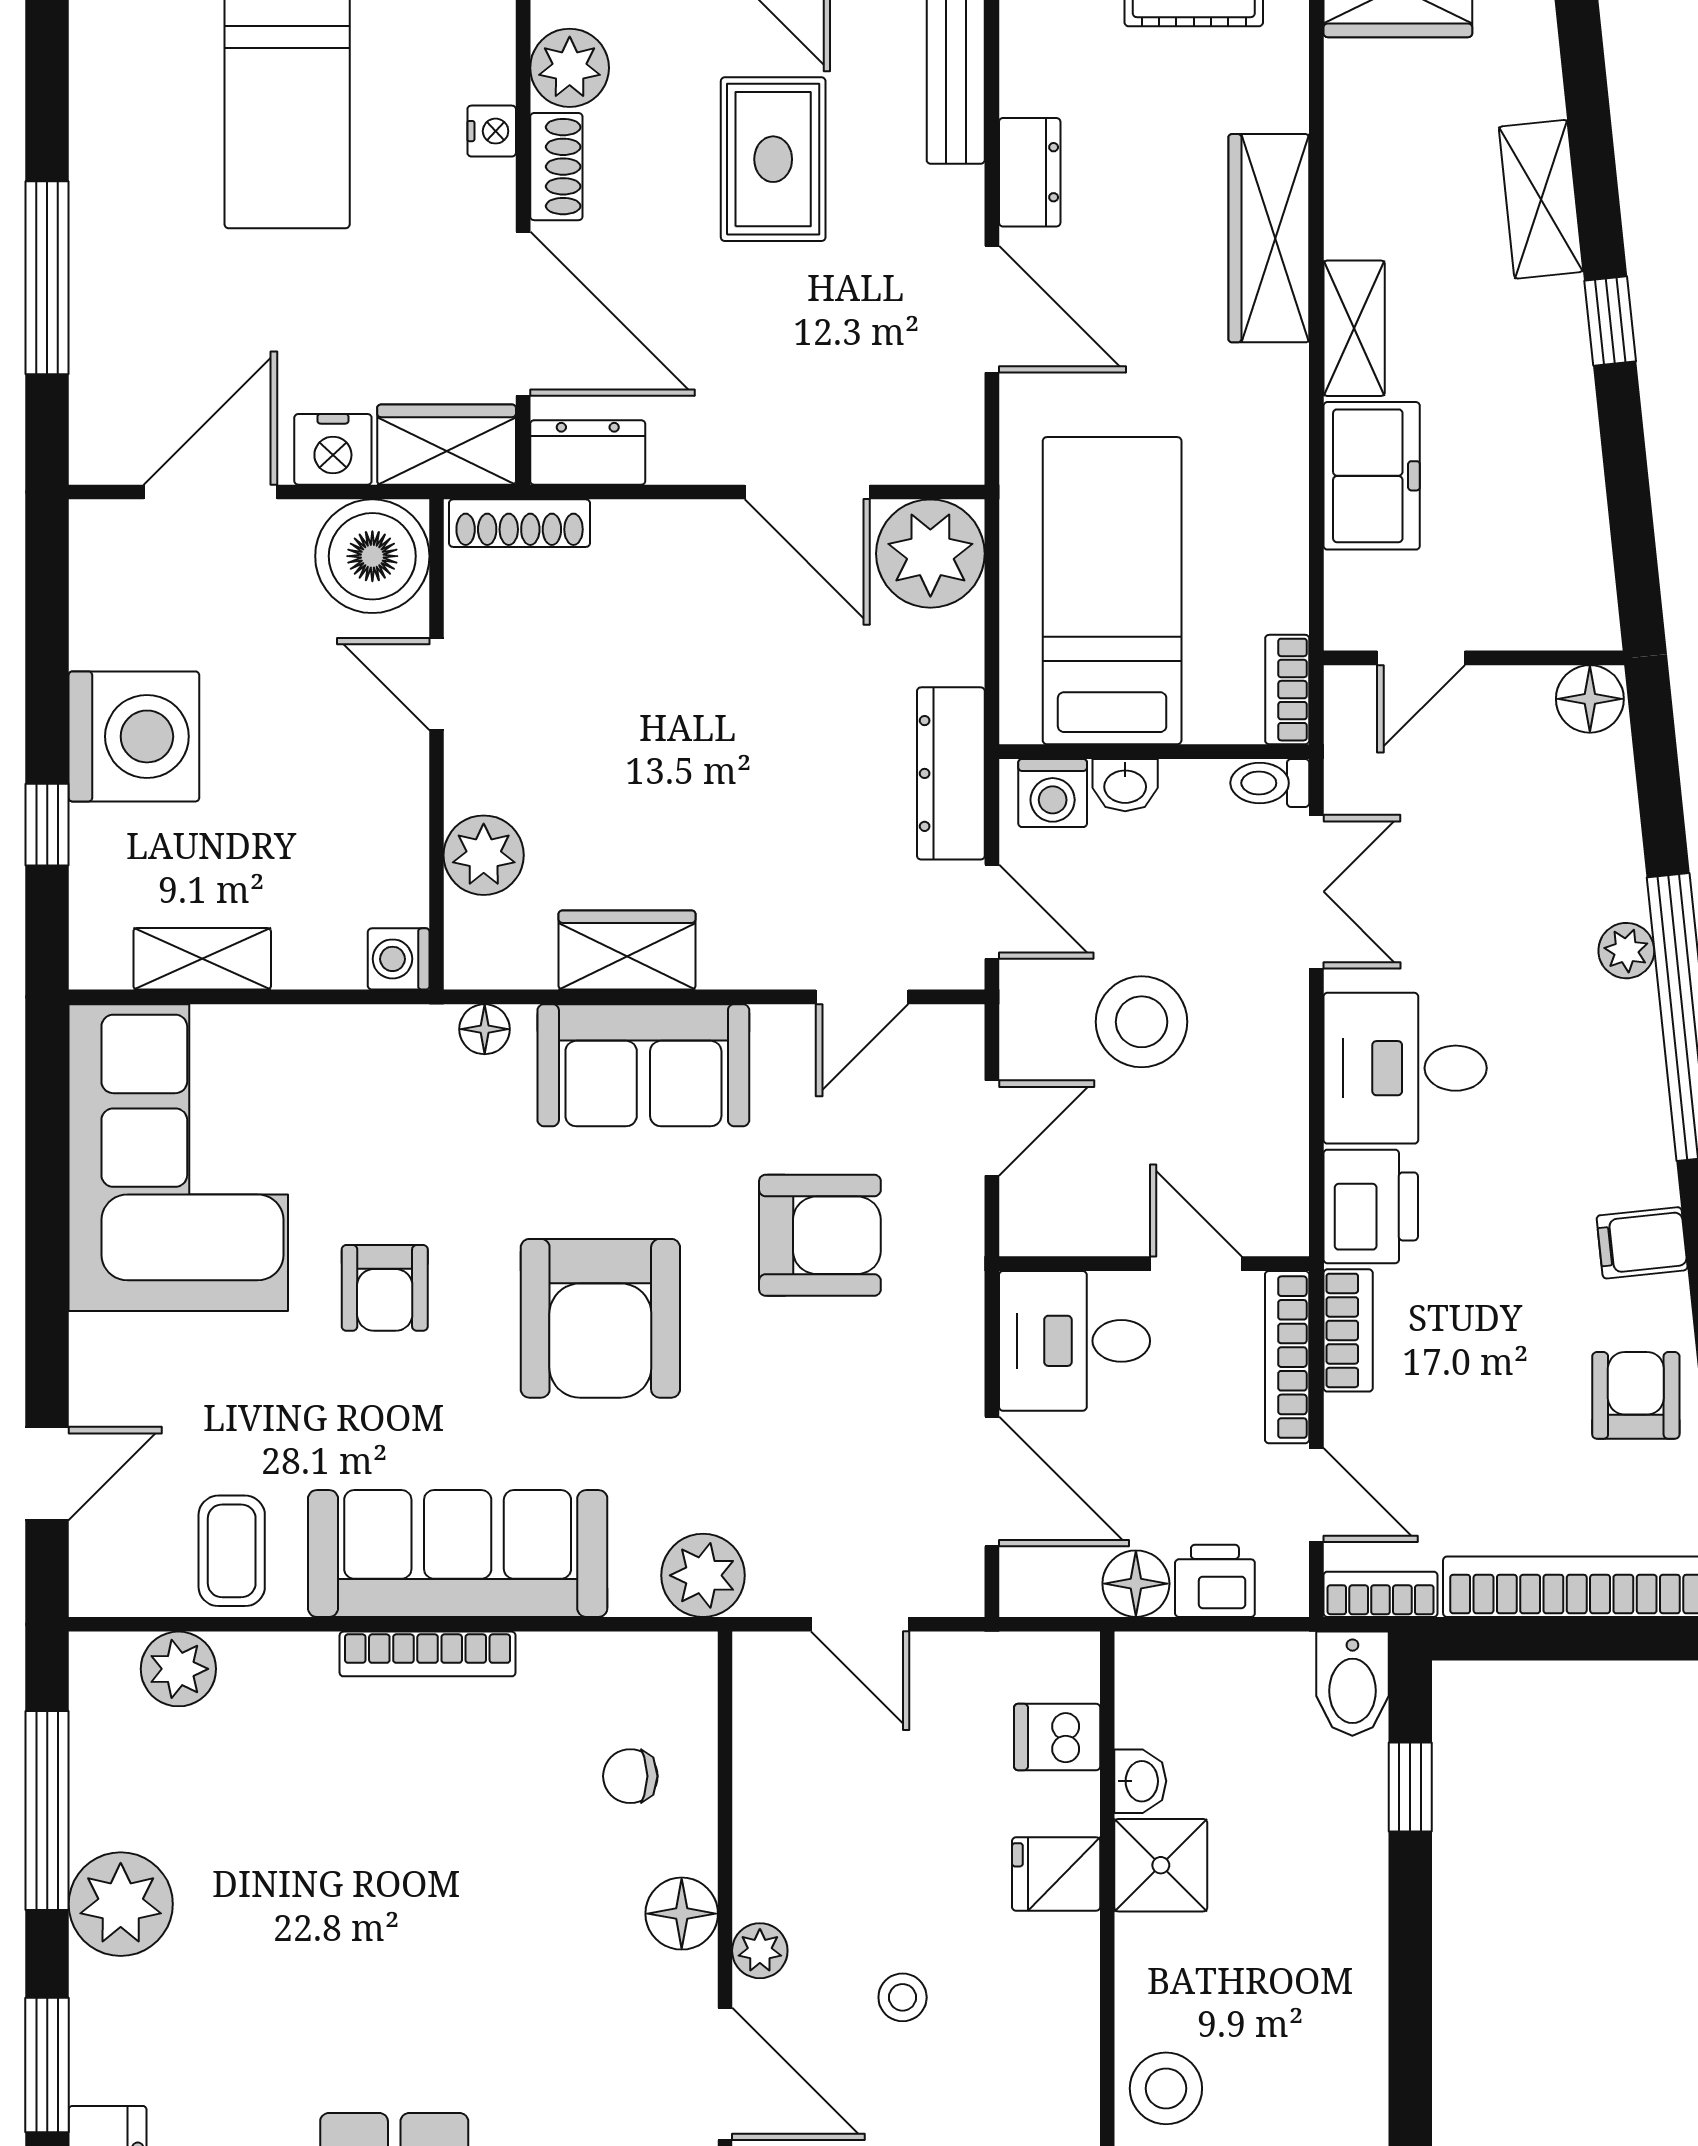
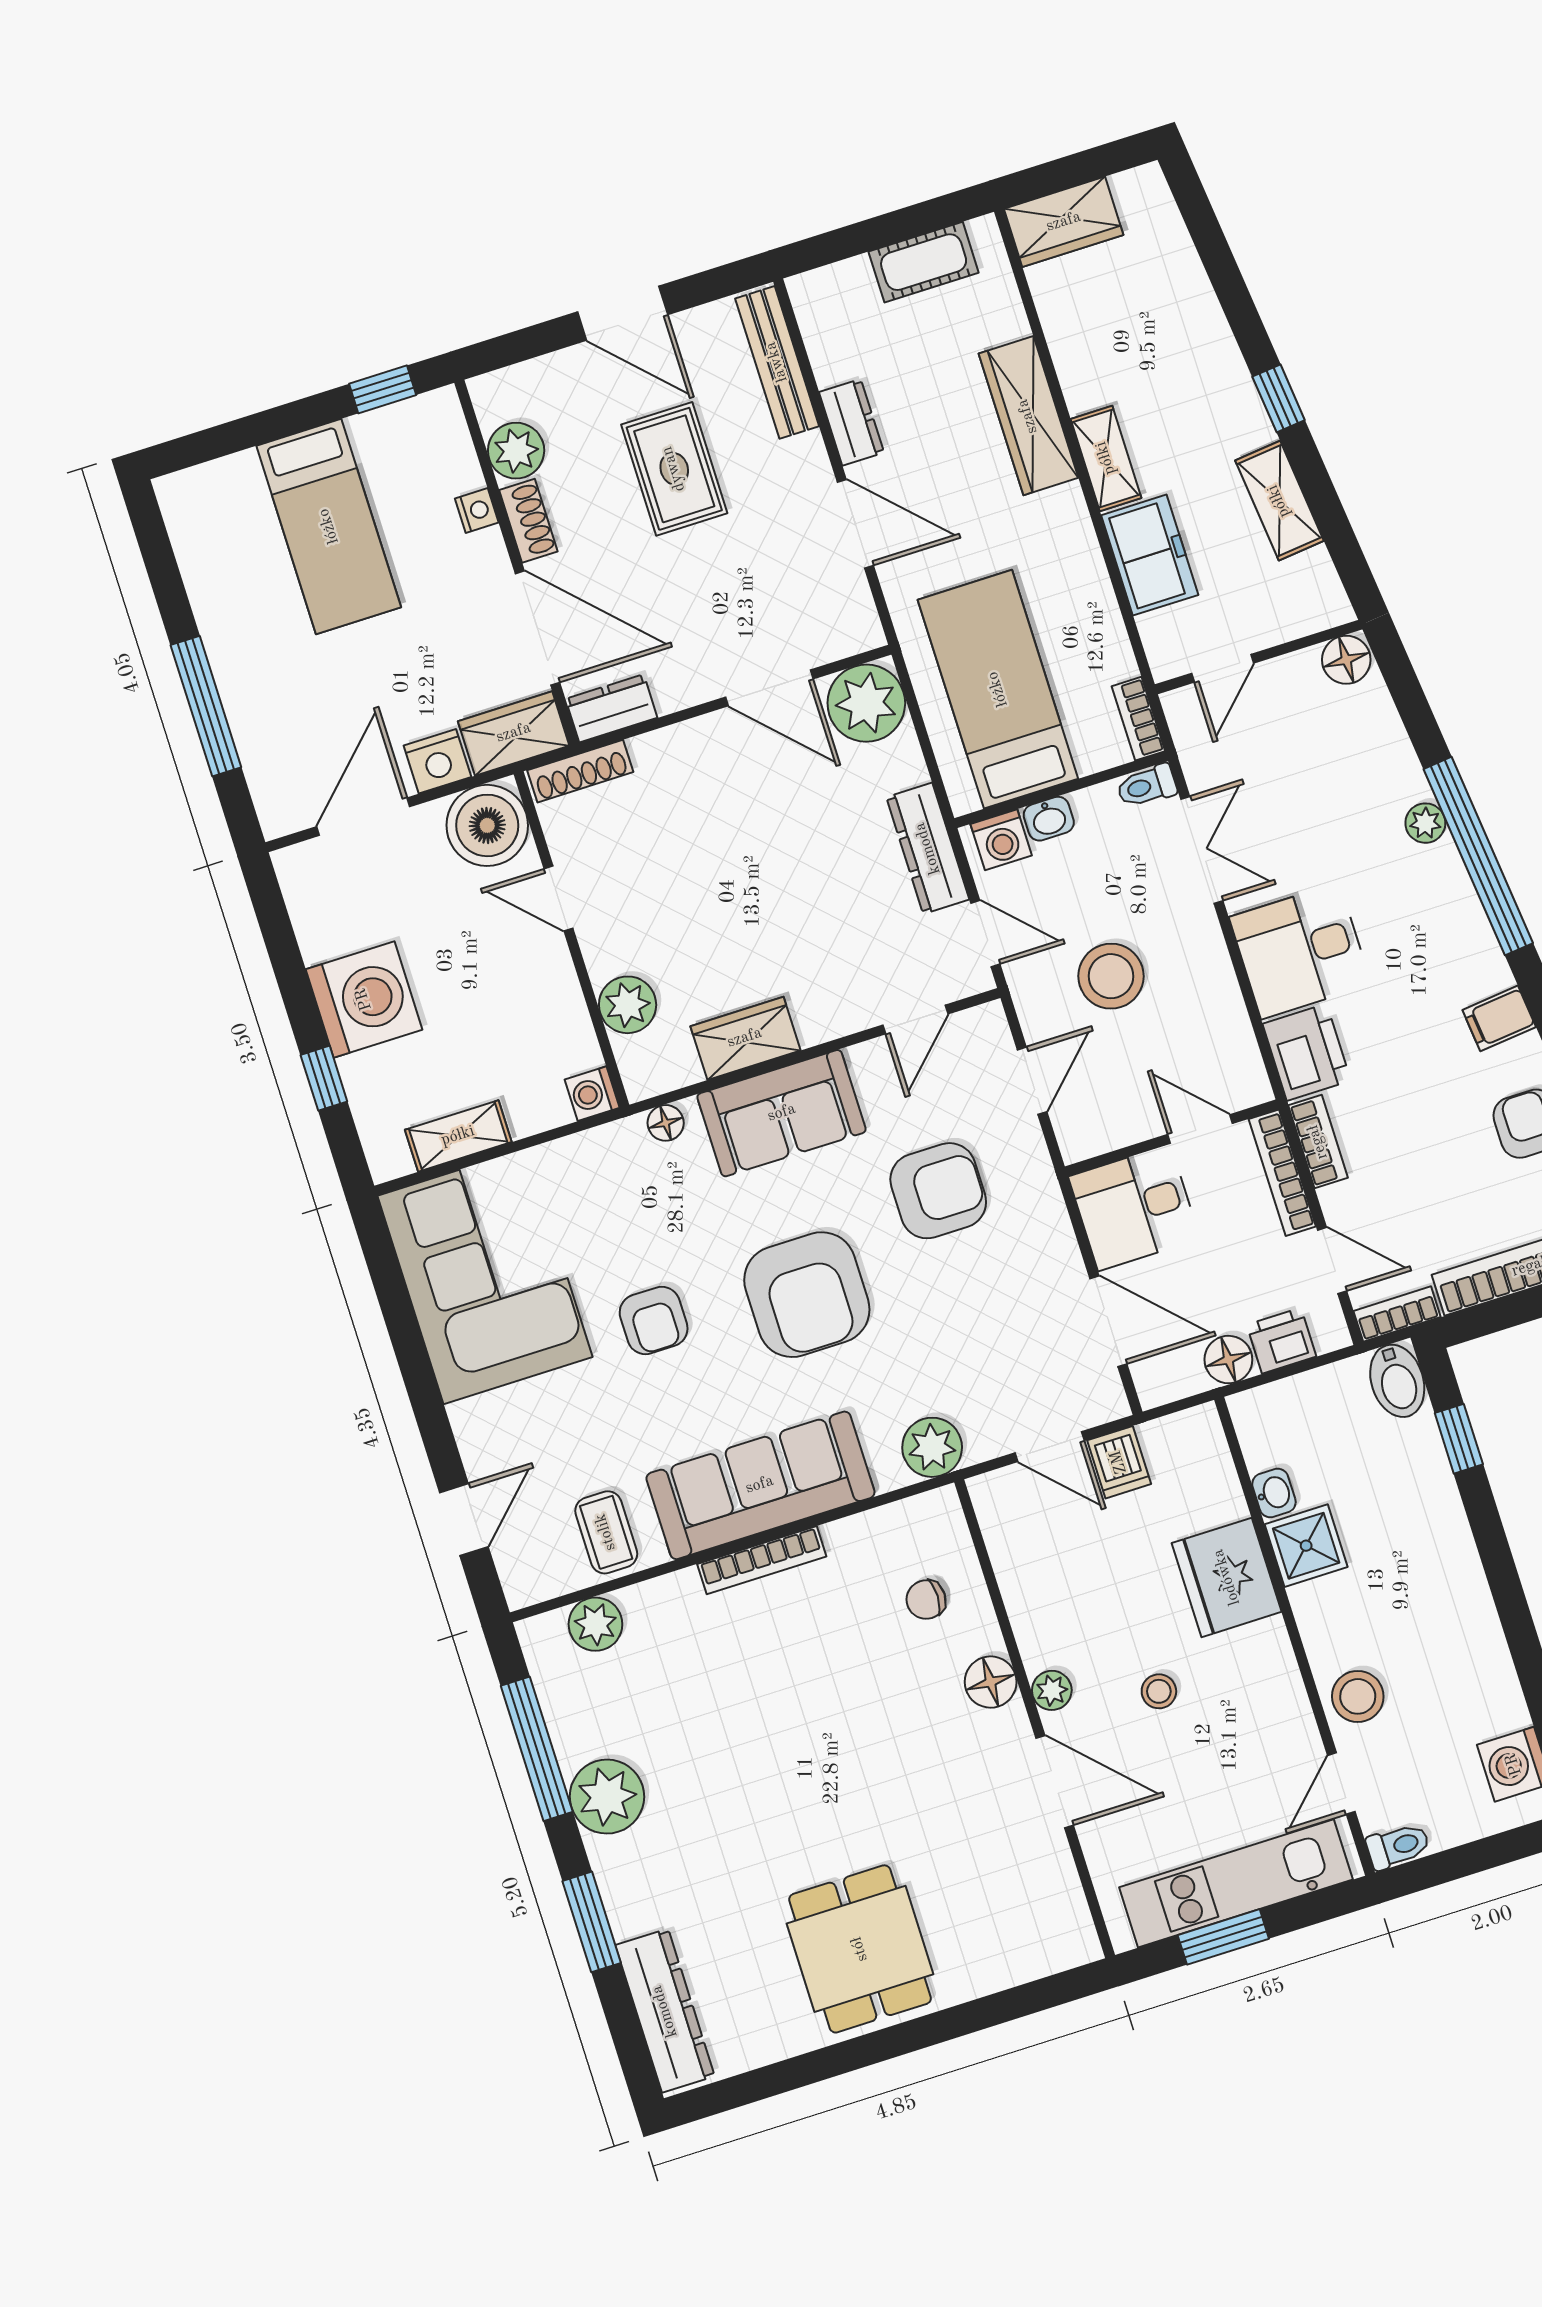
shelving: (1541, 199) -> (1279, 501), moved
dishwasher: (1057, 1737) -> (1119, 1462), moved, turned -90
fridge: (1056, 1874) -> (1227, 1577), width x1.88, depth x1.34

